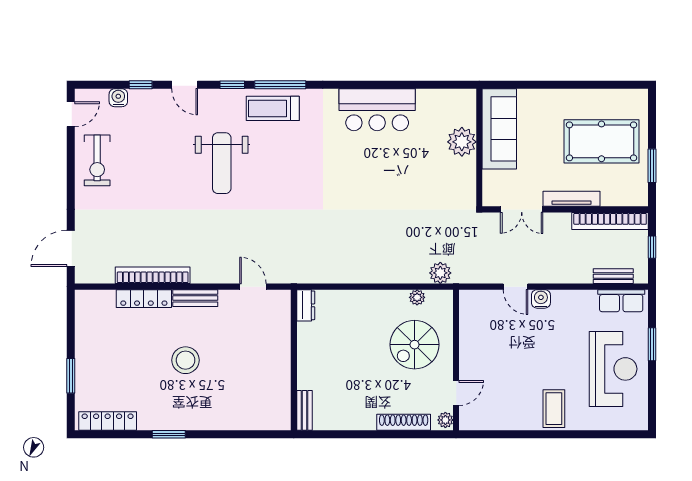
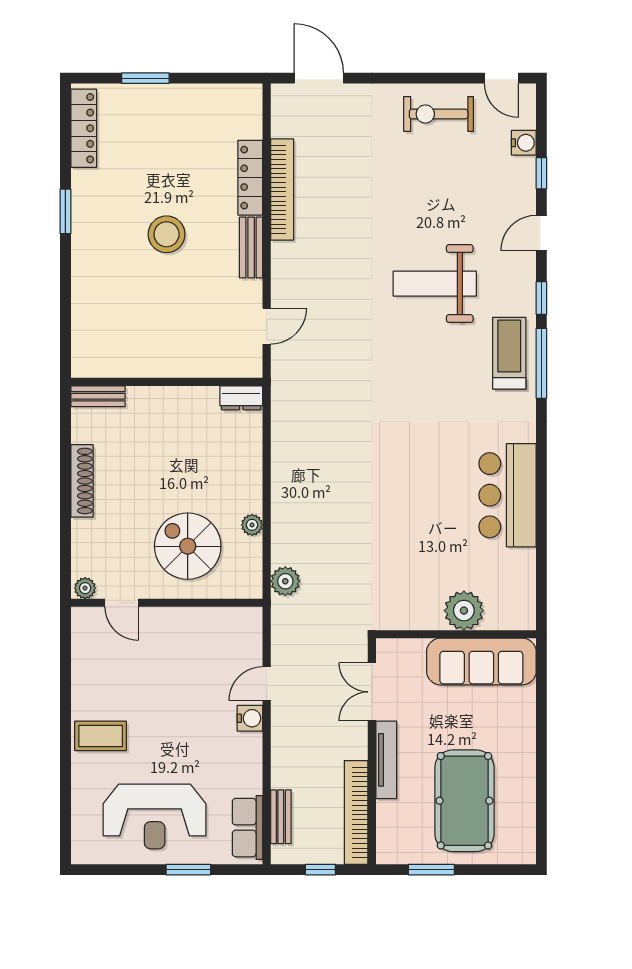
plant: (417, 297) -> (252, 525), moved
shoe rack: (404, 422) -> (82, 481), moved

